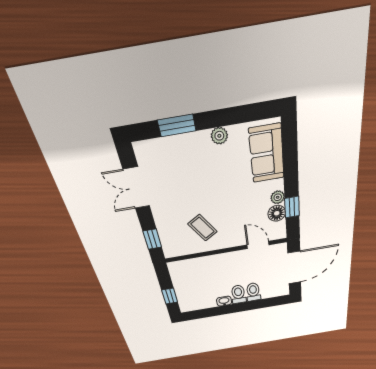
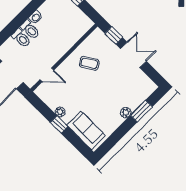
plant: (219, 136) -> (126, 113), moved
double door: (137, 188) -> (133, 55), moved
window: (292, 207) -> (59, 125), moved
floor lamp: (277, 213) -> (53, 102), removed

